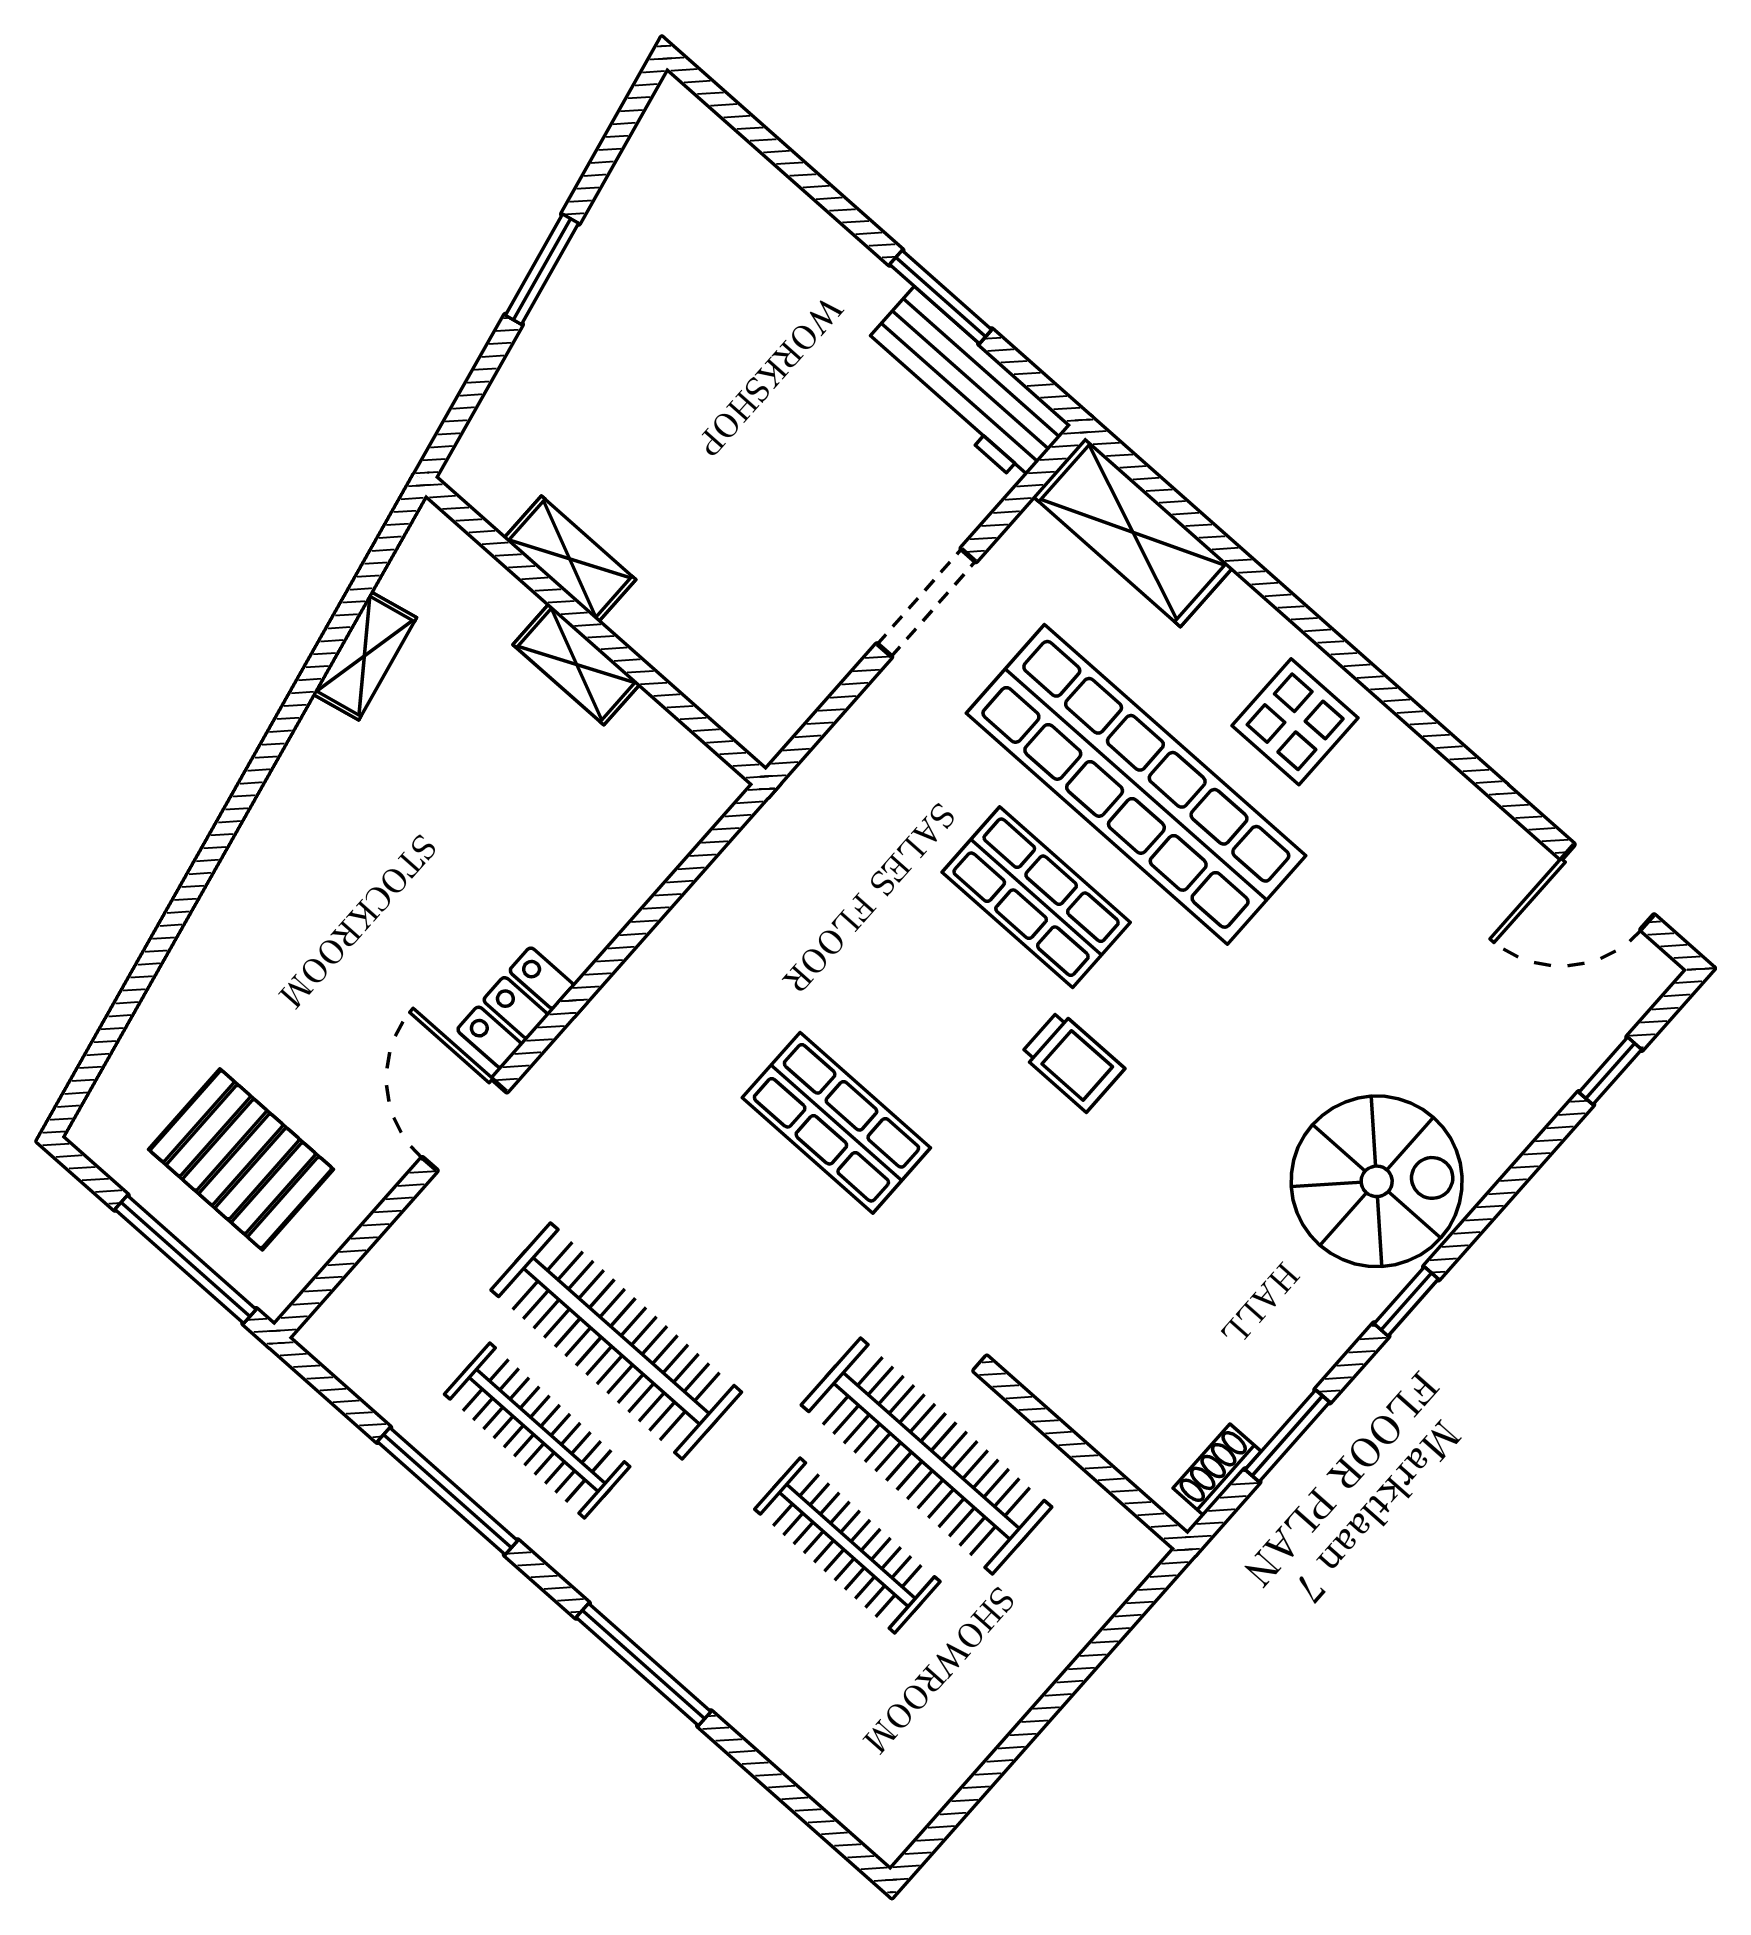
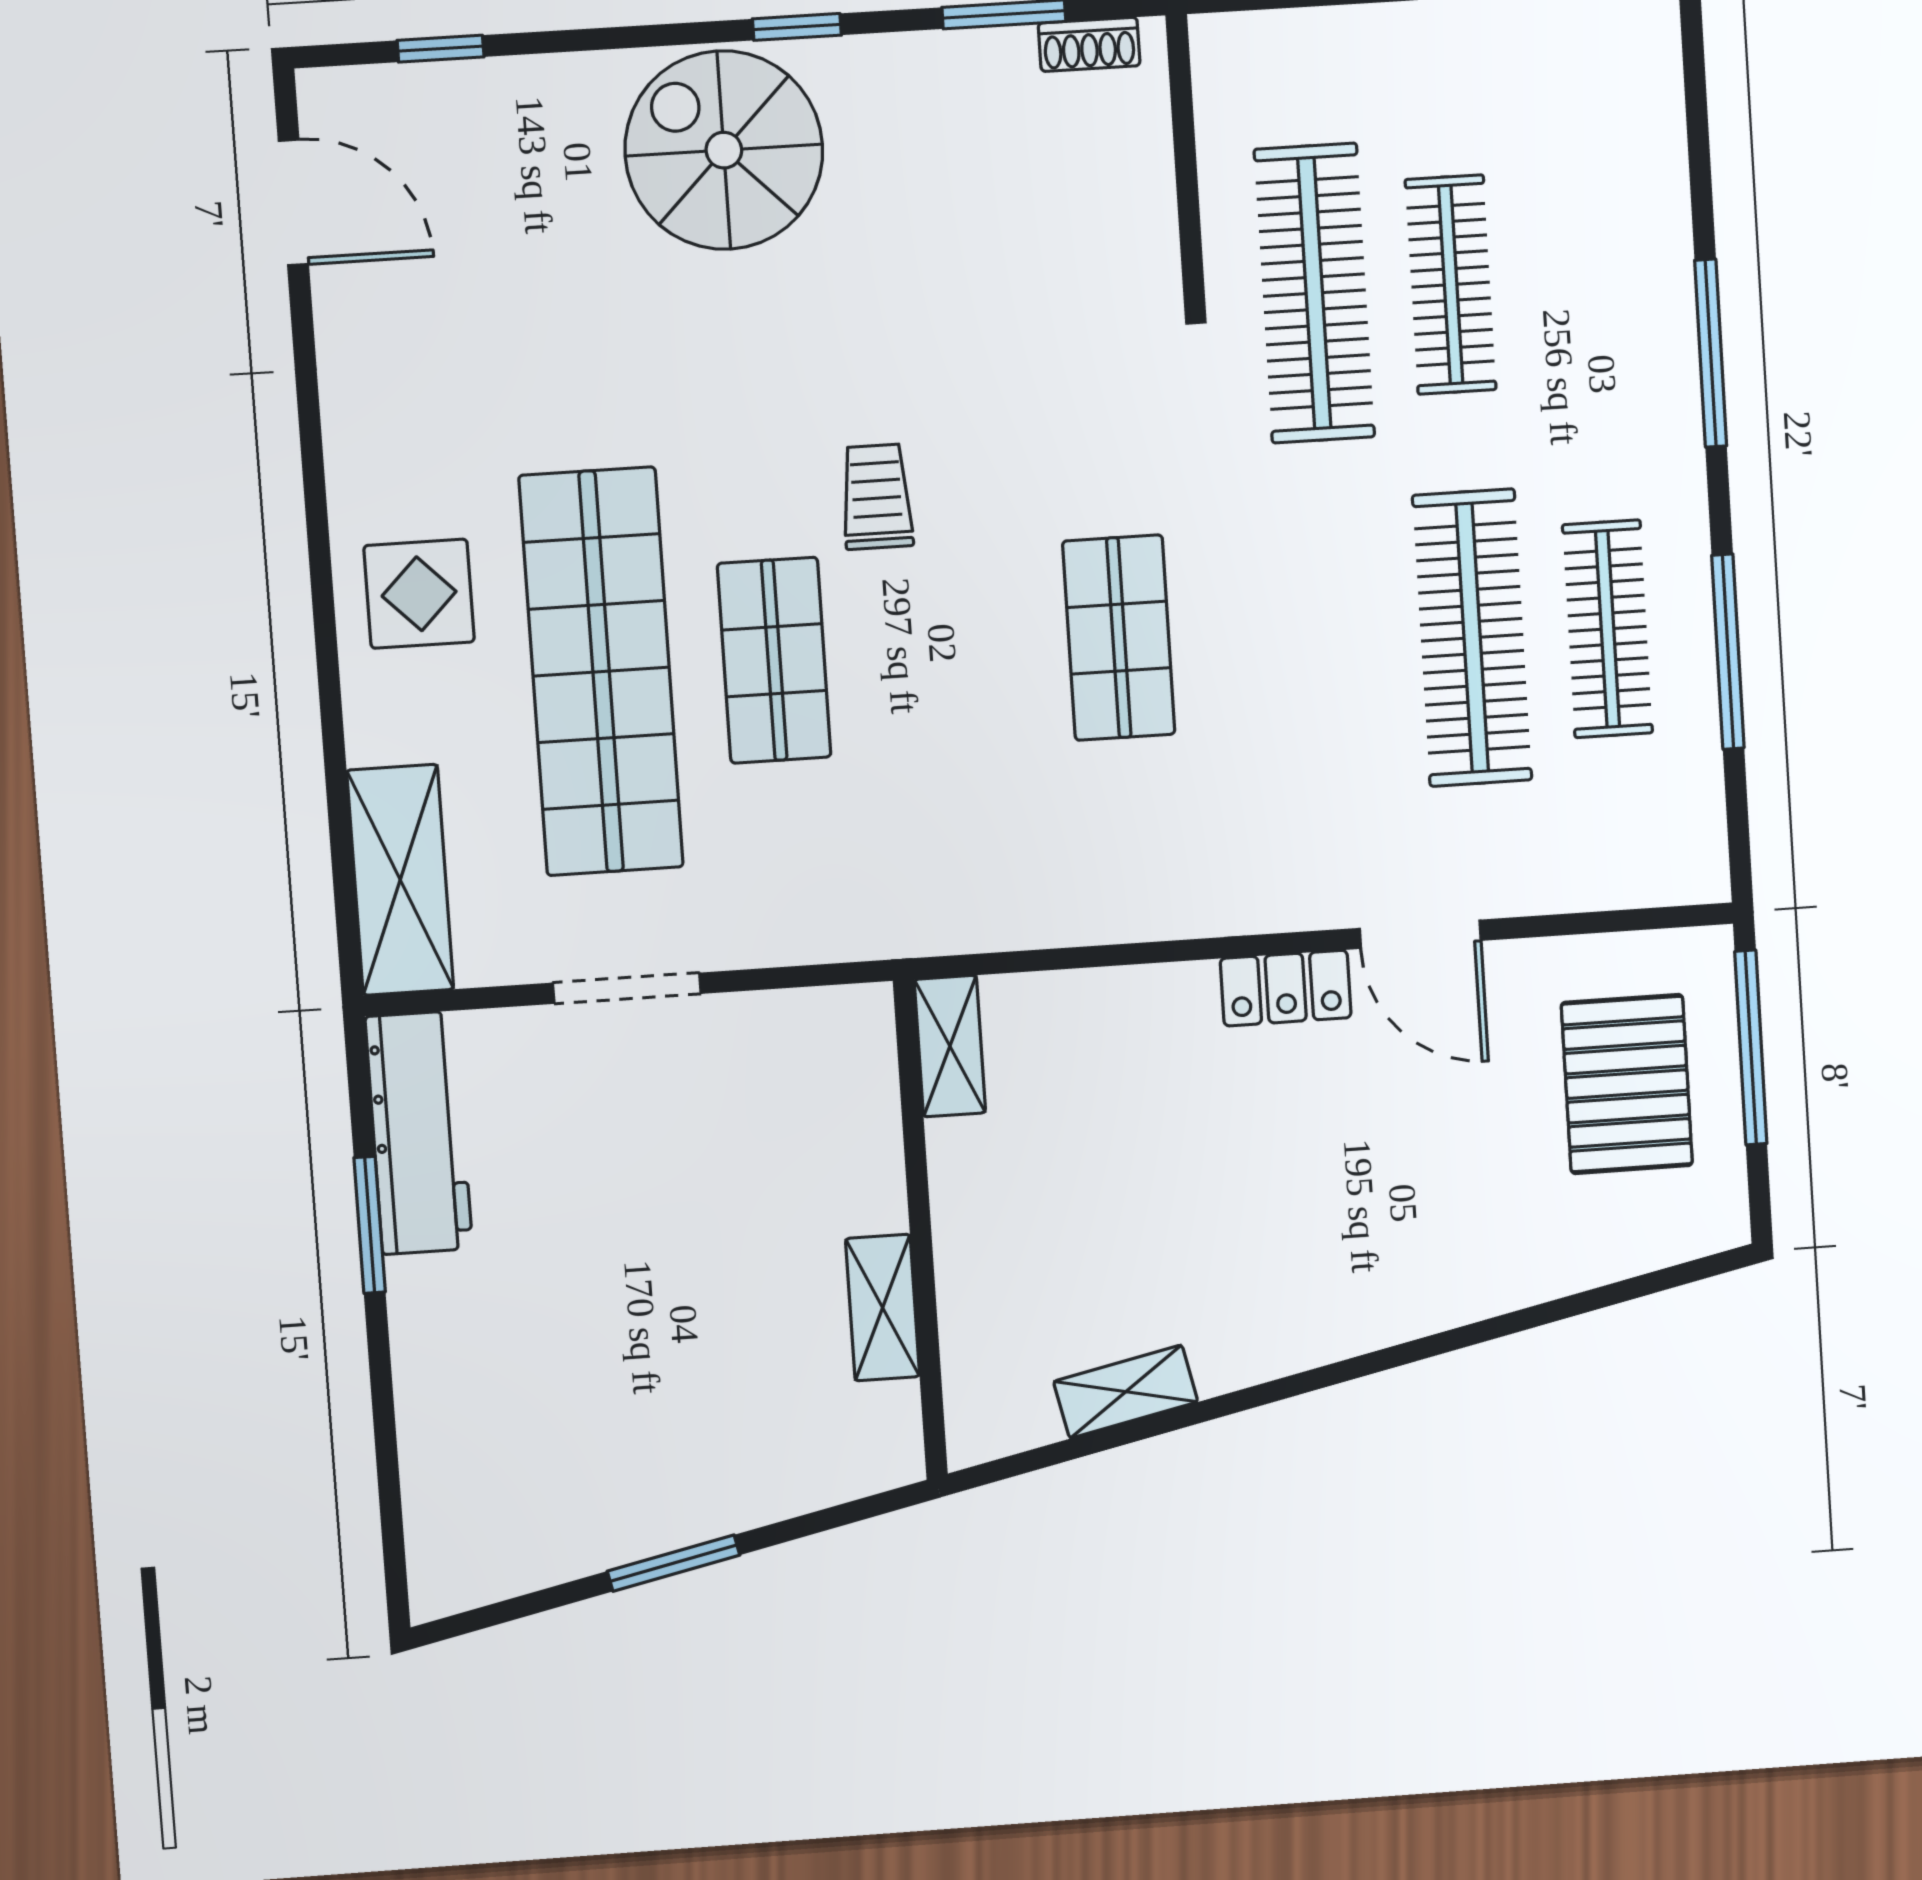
shelving: (576, 664) -> (950, 1046), moved
door: (465, 1125) -> (1420, 934), hinge flipped

